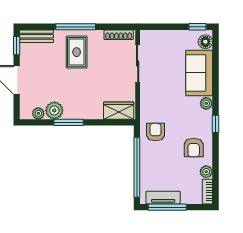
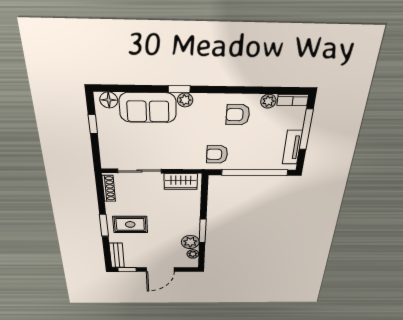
window: (76, 27) -> (104, 225), width x0.69
window: (198, 27) -> (93, 124), moved
wardrobe: (119, 111) -> (181, 182), moved, turned -90
window: (215, 124) -> (179, 89), moved
armchair: (194, 147) -> (238, 115), turned 180
window: (167, 207) -> (306, 130), moved

